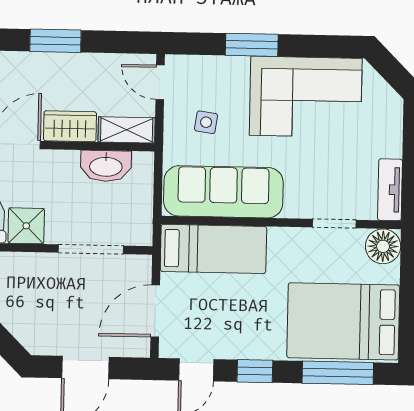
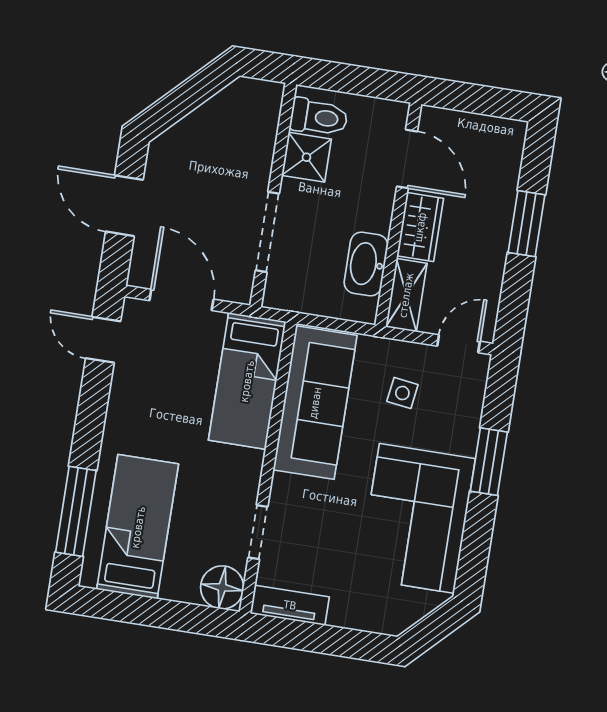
bed: (343, 321) -> (138, 527), width x0.67
window: (255, 371) -> (92, 411), removed

